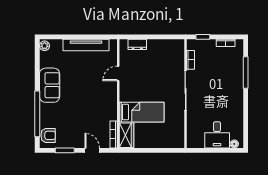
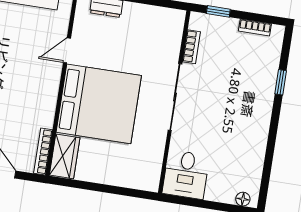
window: (246, 72) -> (281, 82), width x0.46
bed: (142, 112) -> (99, 104), width x2.04
desk: (217, 135) -> (186, 175), moved

